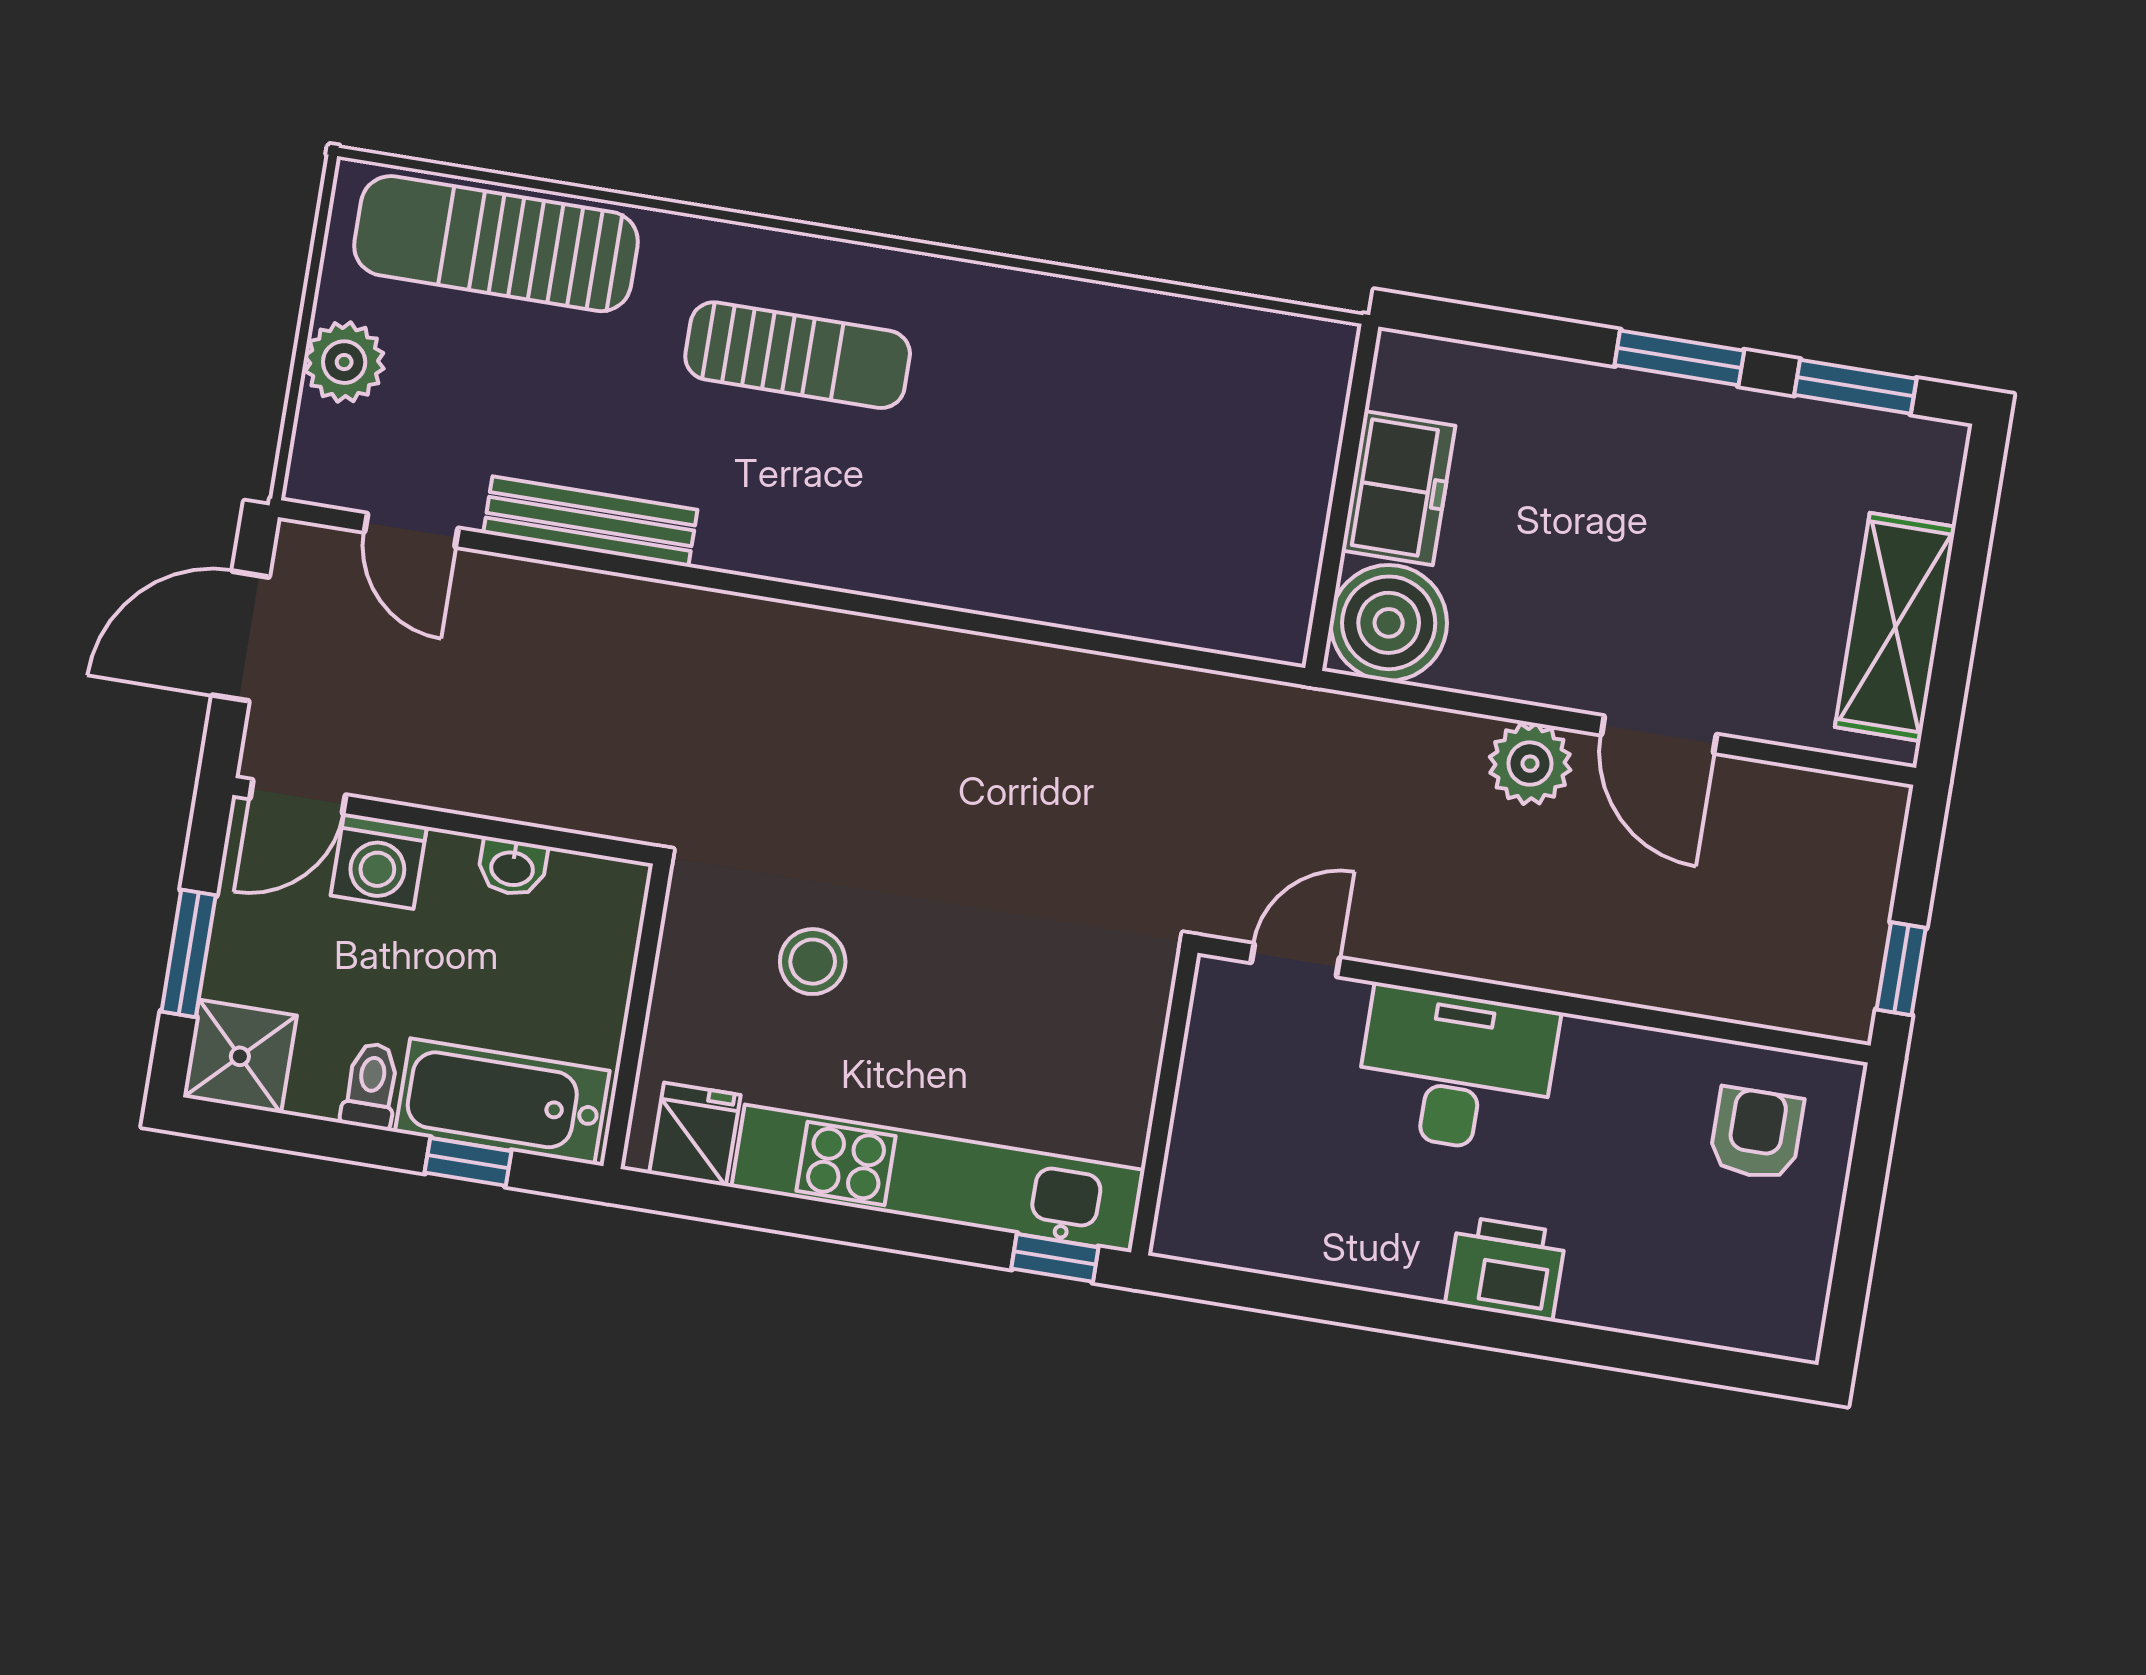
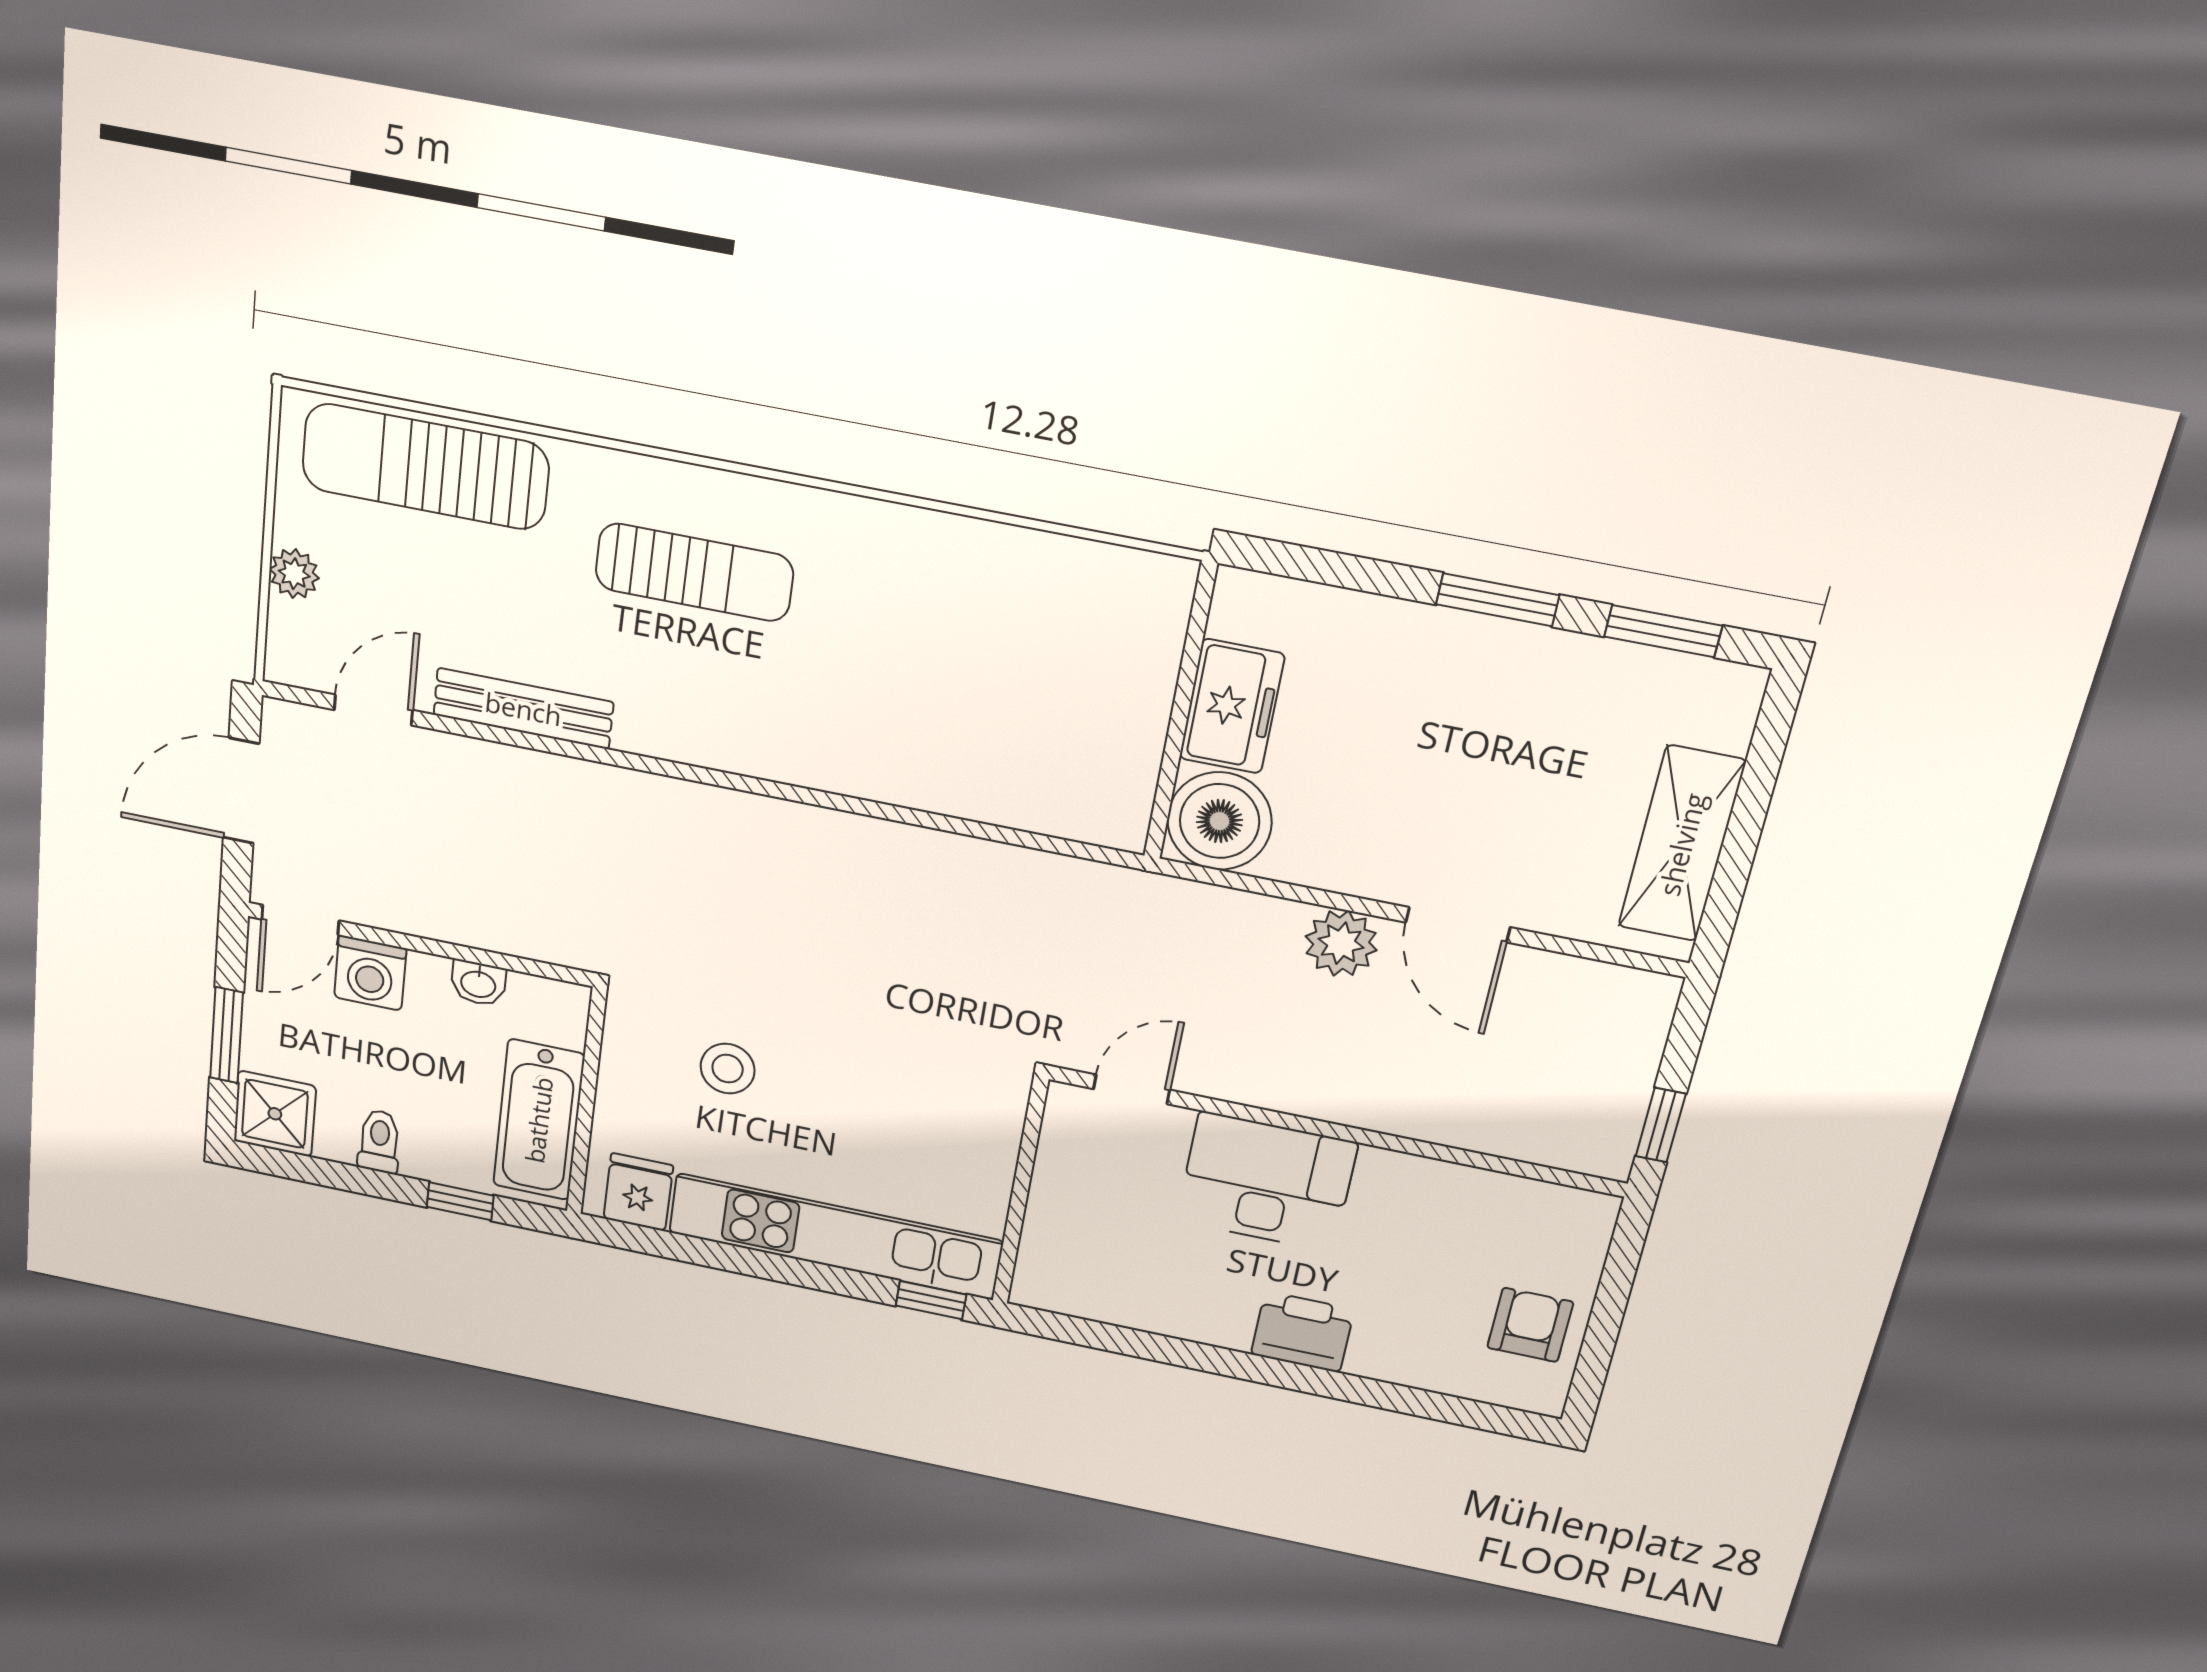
plant: (344, 362) -> (294, 574), width x0.73, depth x0.73
door: (411, 530) -> (373, 710), swing flipped
bathtub: (502, 1101) -> (539, 1120), moved, turned -90
armchair: (1756, 1134) -> (1530, 1325), moved

